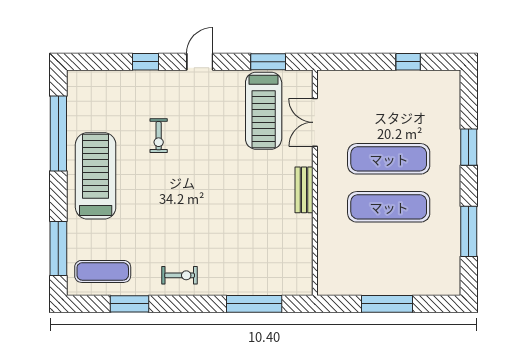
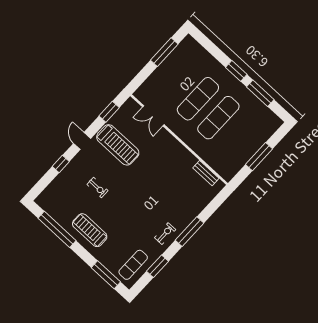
window: (408, 62) -> (164, 52), width x2.17
treadmill: (264, 111) -> (118, 145), moved
window: (469, 147) -> (236, 71), moved
treadmill: (96, 176) -> (90, 230), width x0.73, depth x0.73
bench: (304, 190) -> (206, 173), moved
window: (254, 304) -> (189, 232), moved

